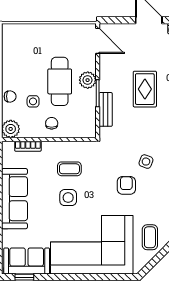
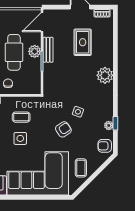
door: (98, 41) -> (42, 22), swing flipped
rug: (145, 89) -> (83, 42), moved
bench: (106, 109) -> (48, 50), moved
armchair: (126, 185) -> (63, 129), turned 56

